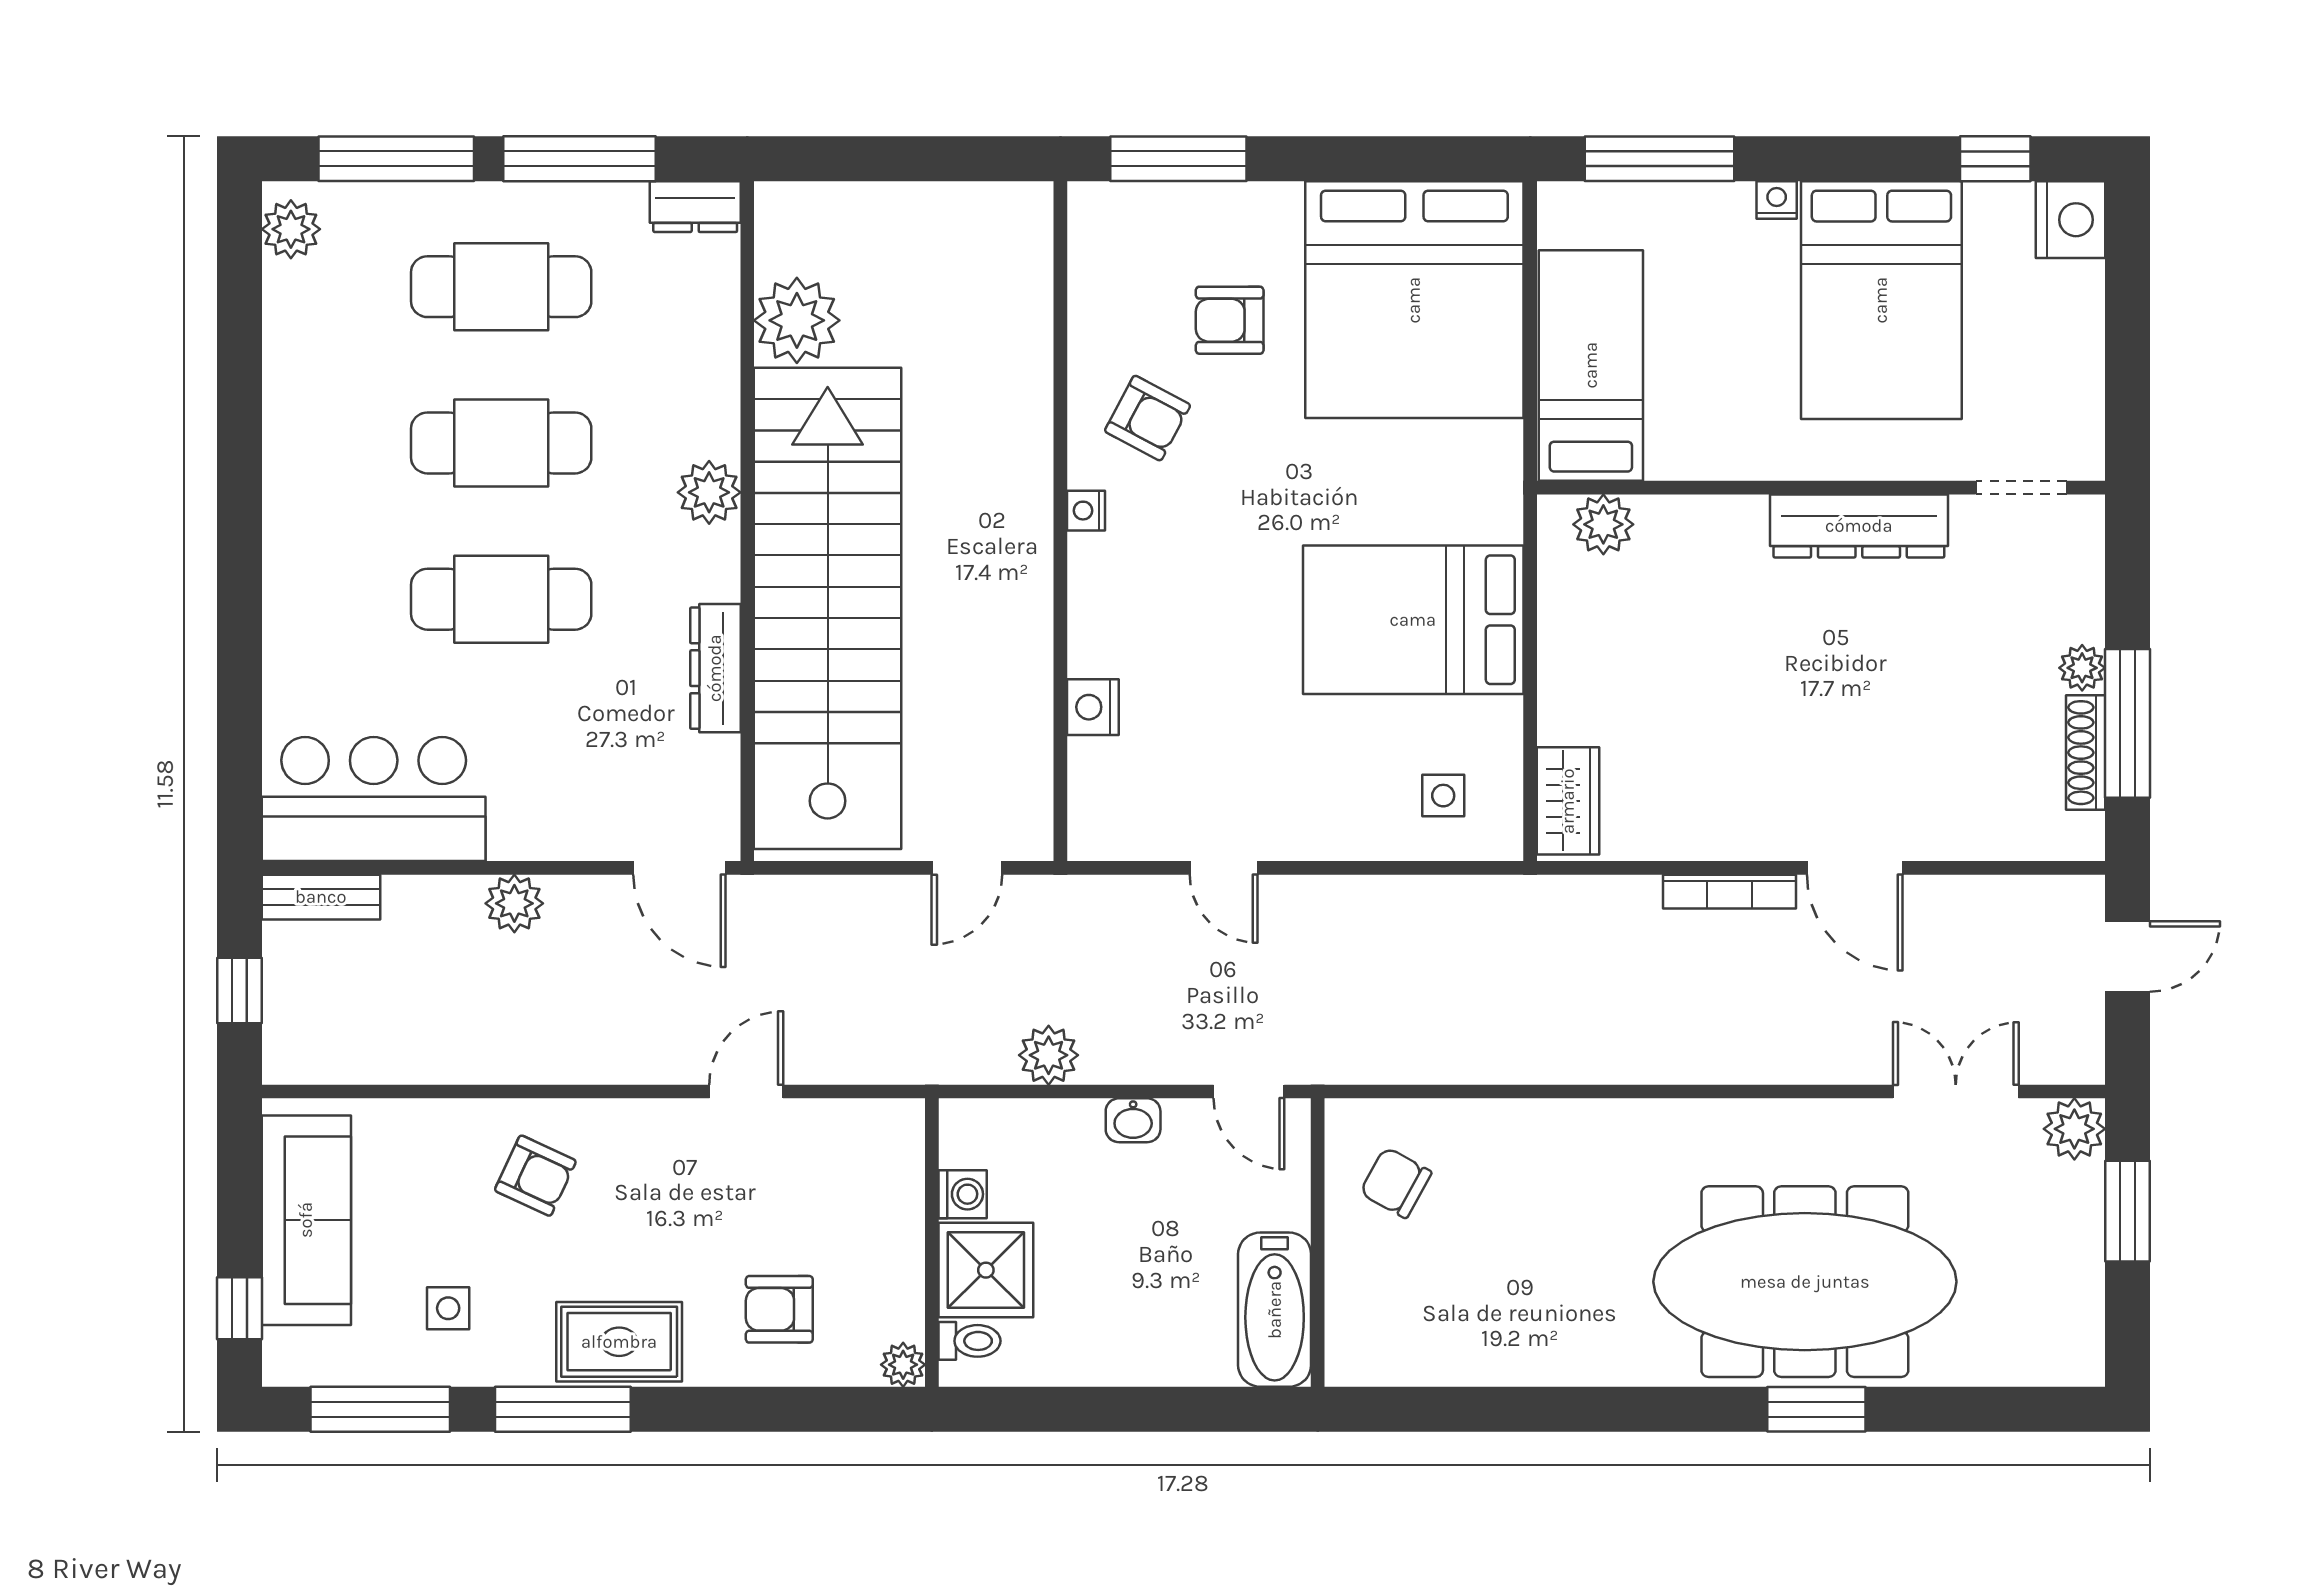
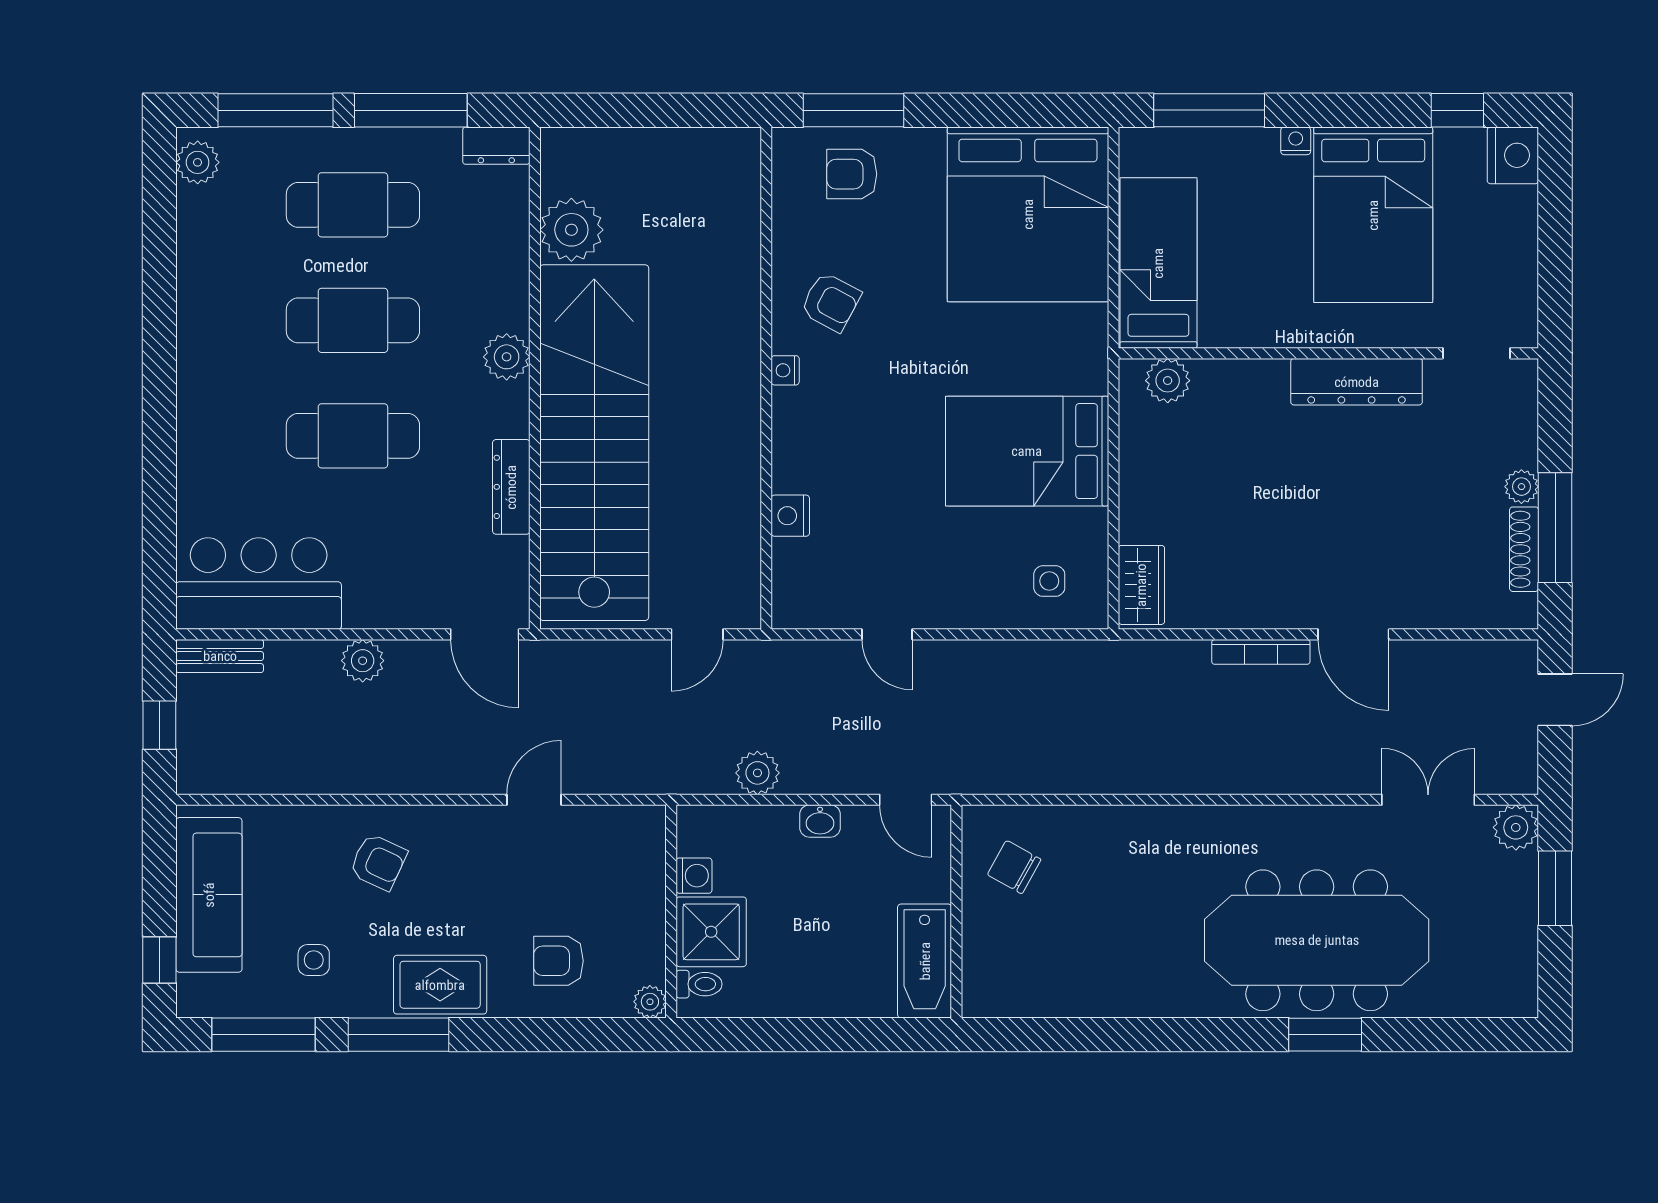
armchair: (1230, 320) -> (852, 174), moved

